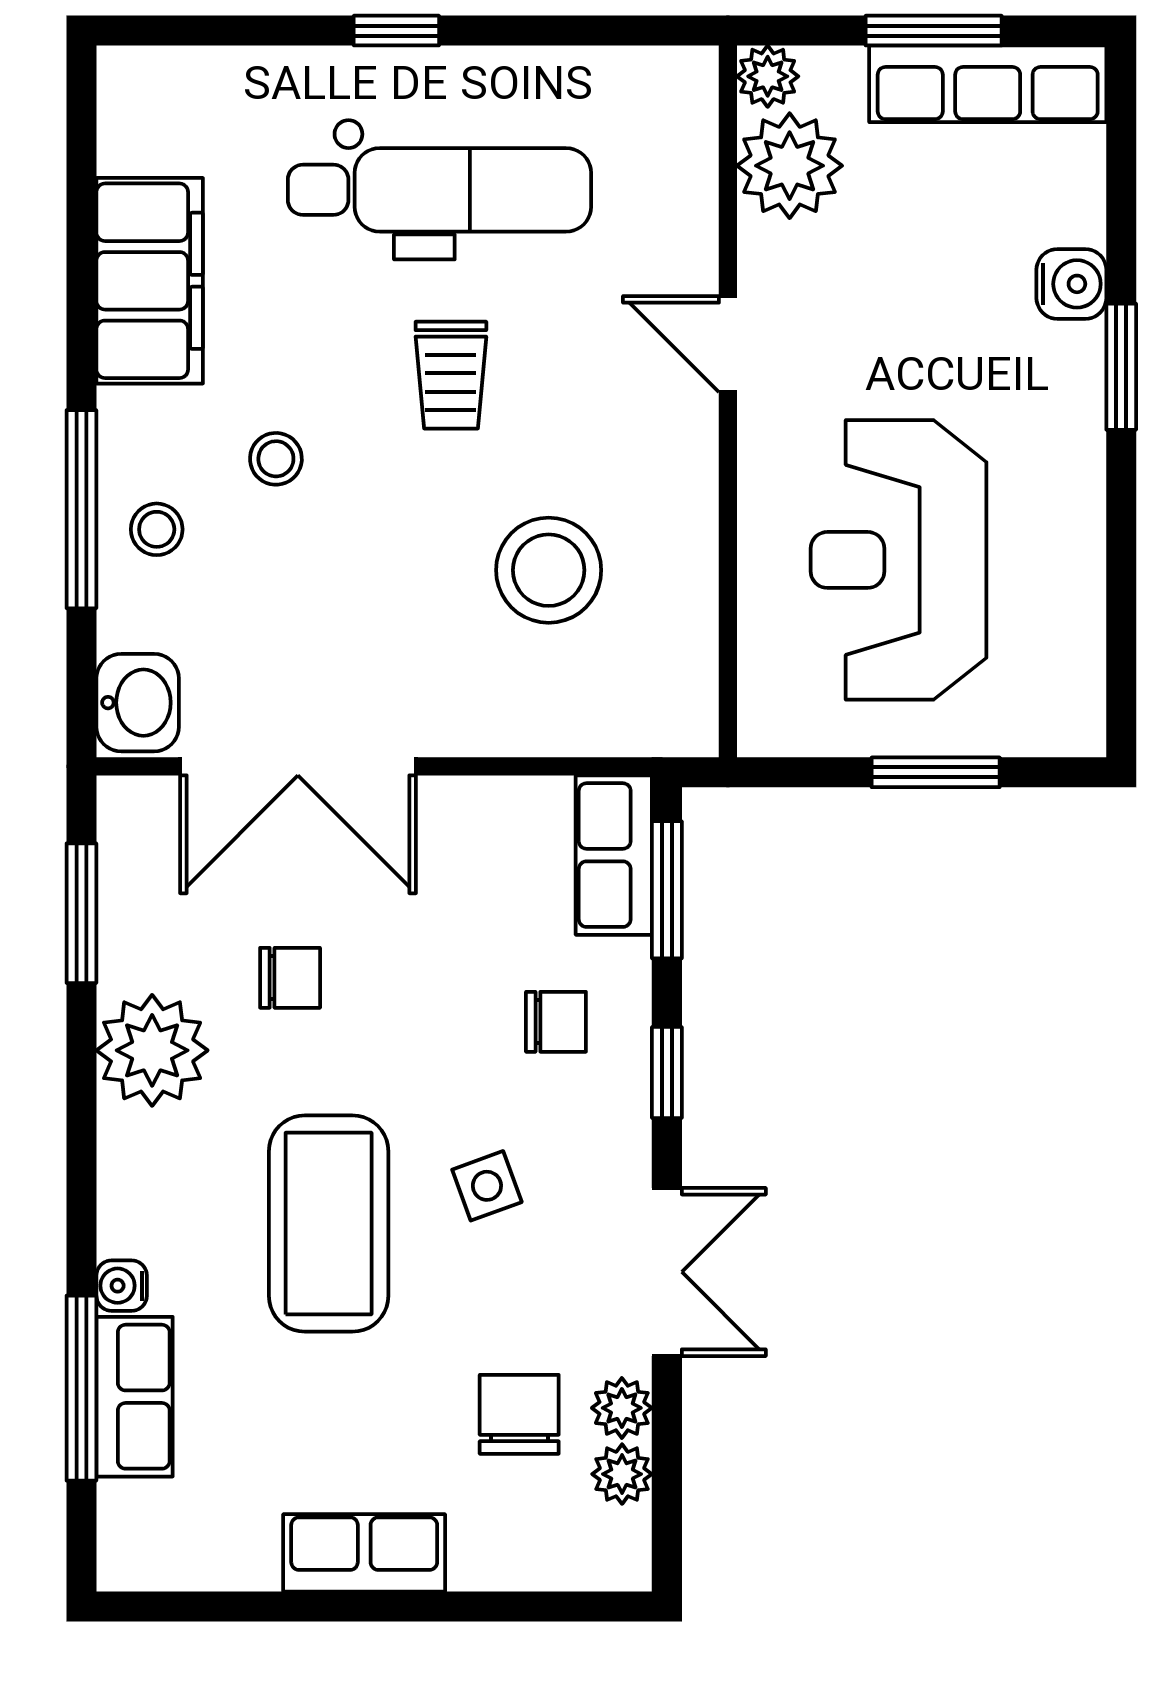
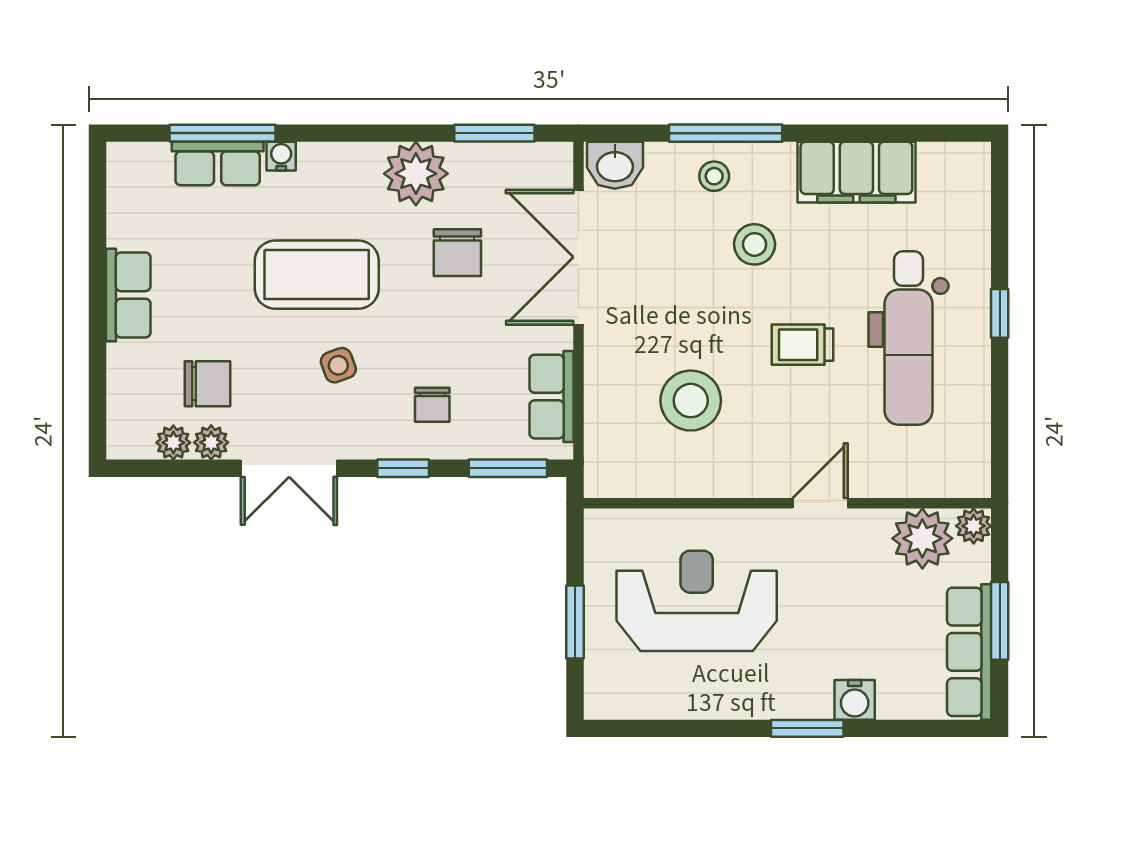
stool: (276, 459) -> (755, 244), width x1.37, depth x1.37
row of seats: (614, 855) -> (551, 397), moved, turned -90
chair: (290, 978) -> (457, 253), width x1.37, depth x1.37

